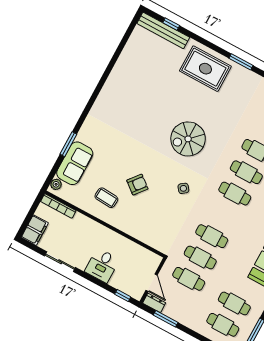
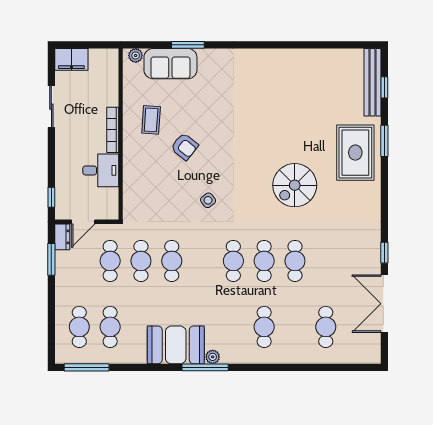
window: (241, 62) -> (384, 141), moved
spiral stairs: (188, 139) -> (295, 185), moved, turned -90
bookcase: (58, 206) -> (113, 130), moved
desk: (102, 265) -> (101, 170), moved, turned 180

